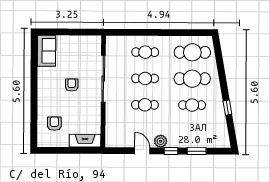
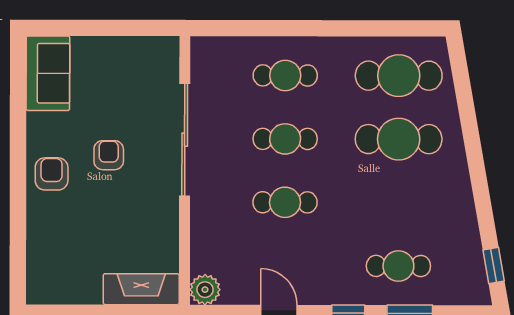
cafe table: (192, 105) -> (398, 266), moved
window: (227, 108) -> (494, 266), moved
armchair: (54, 124) -> (52, 174), moved
plant: (161, 141) -> (205, 290), moved

